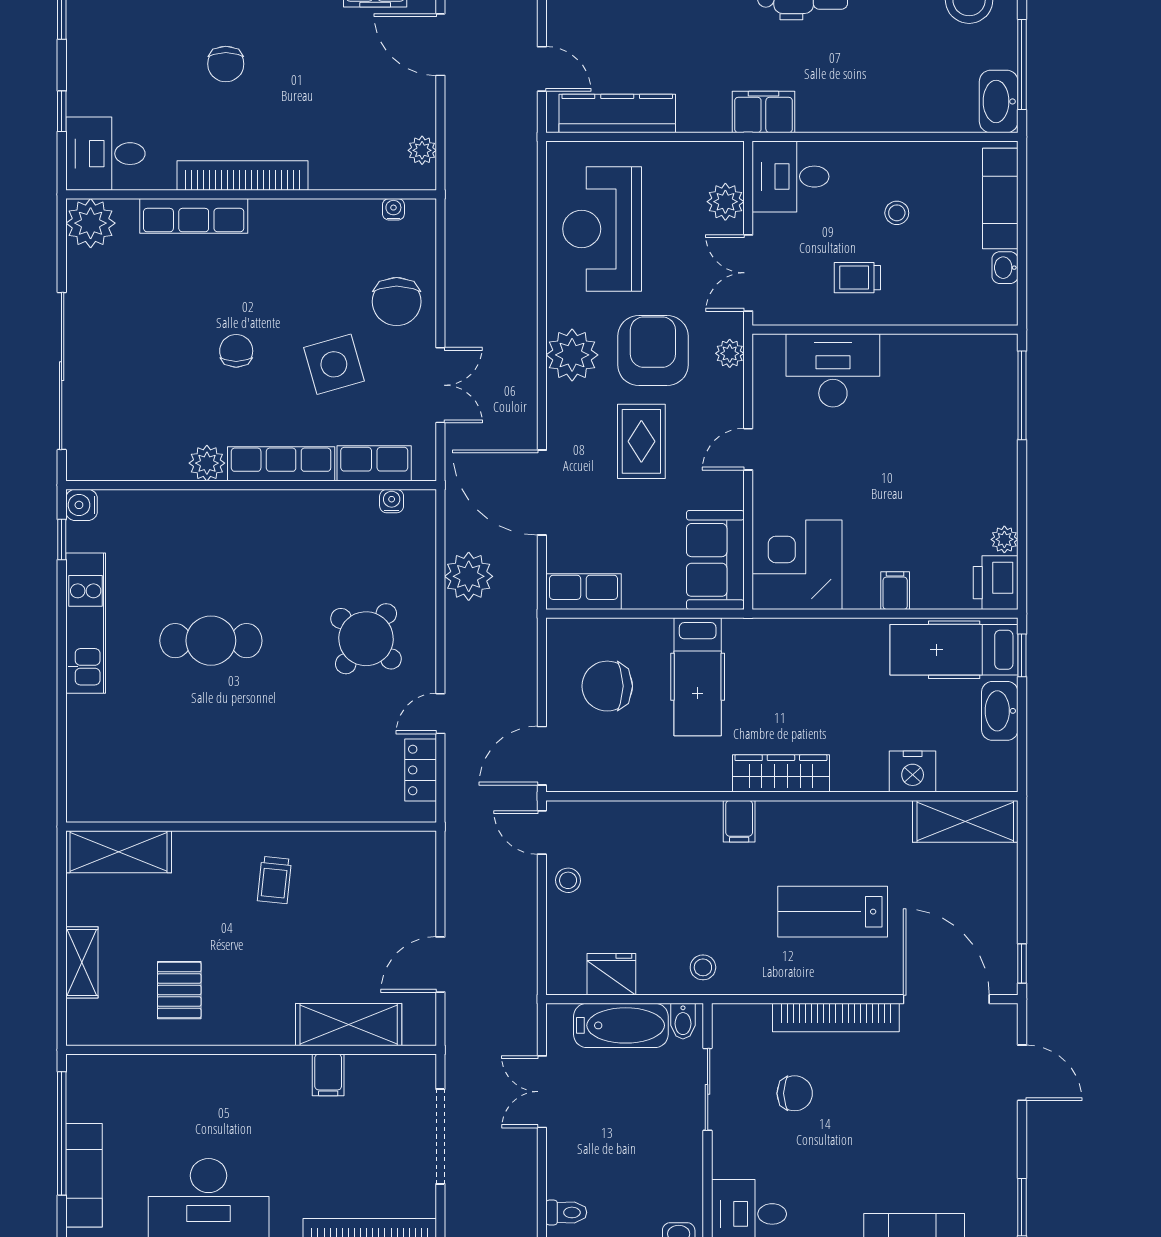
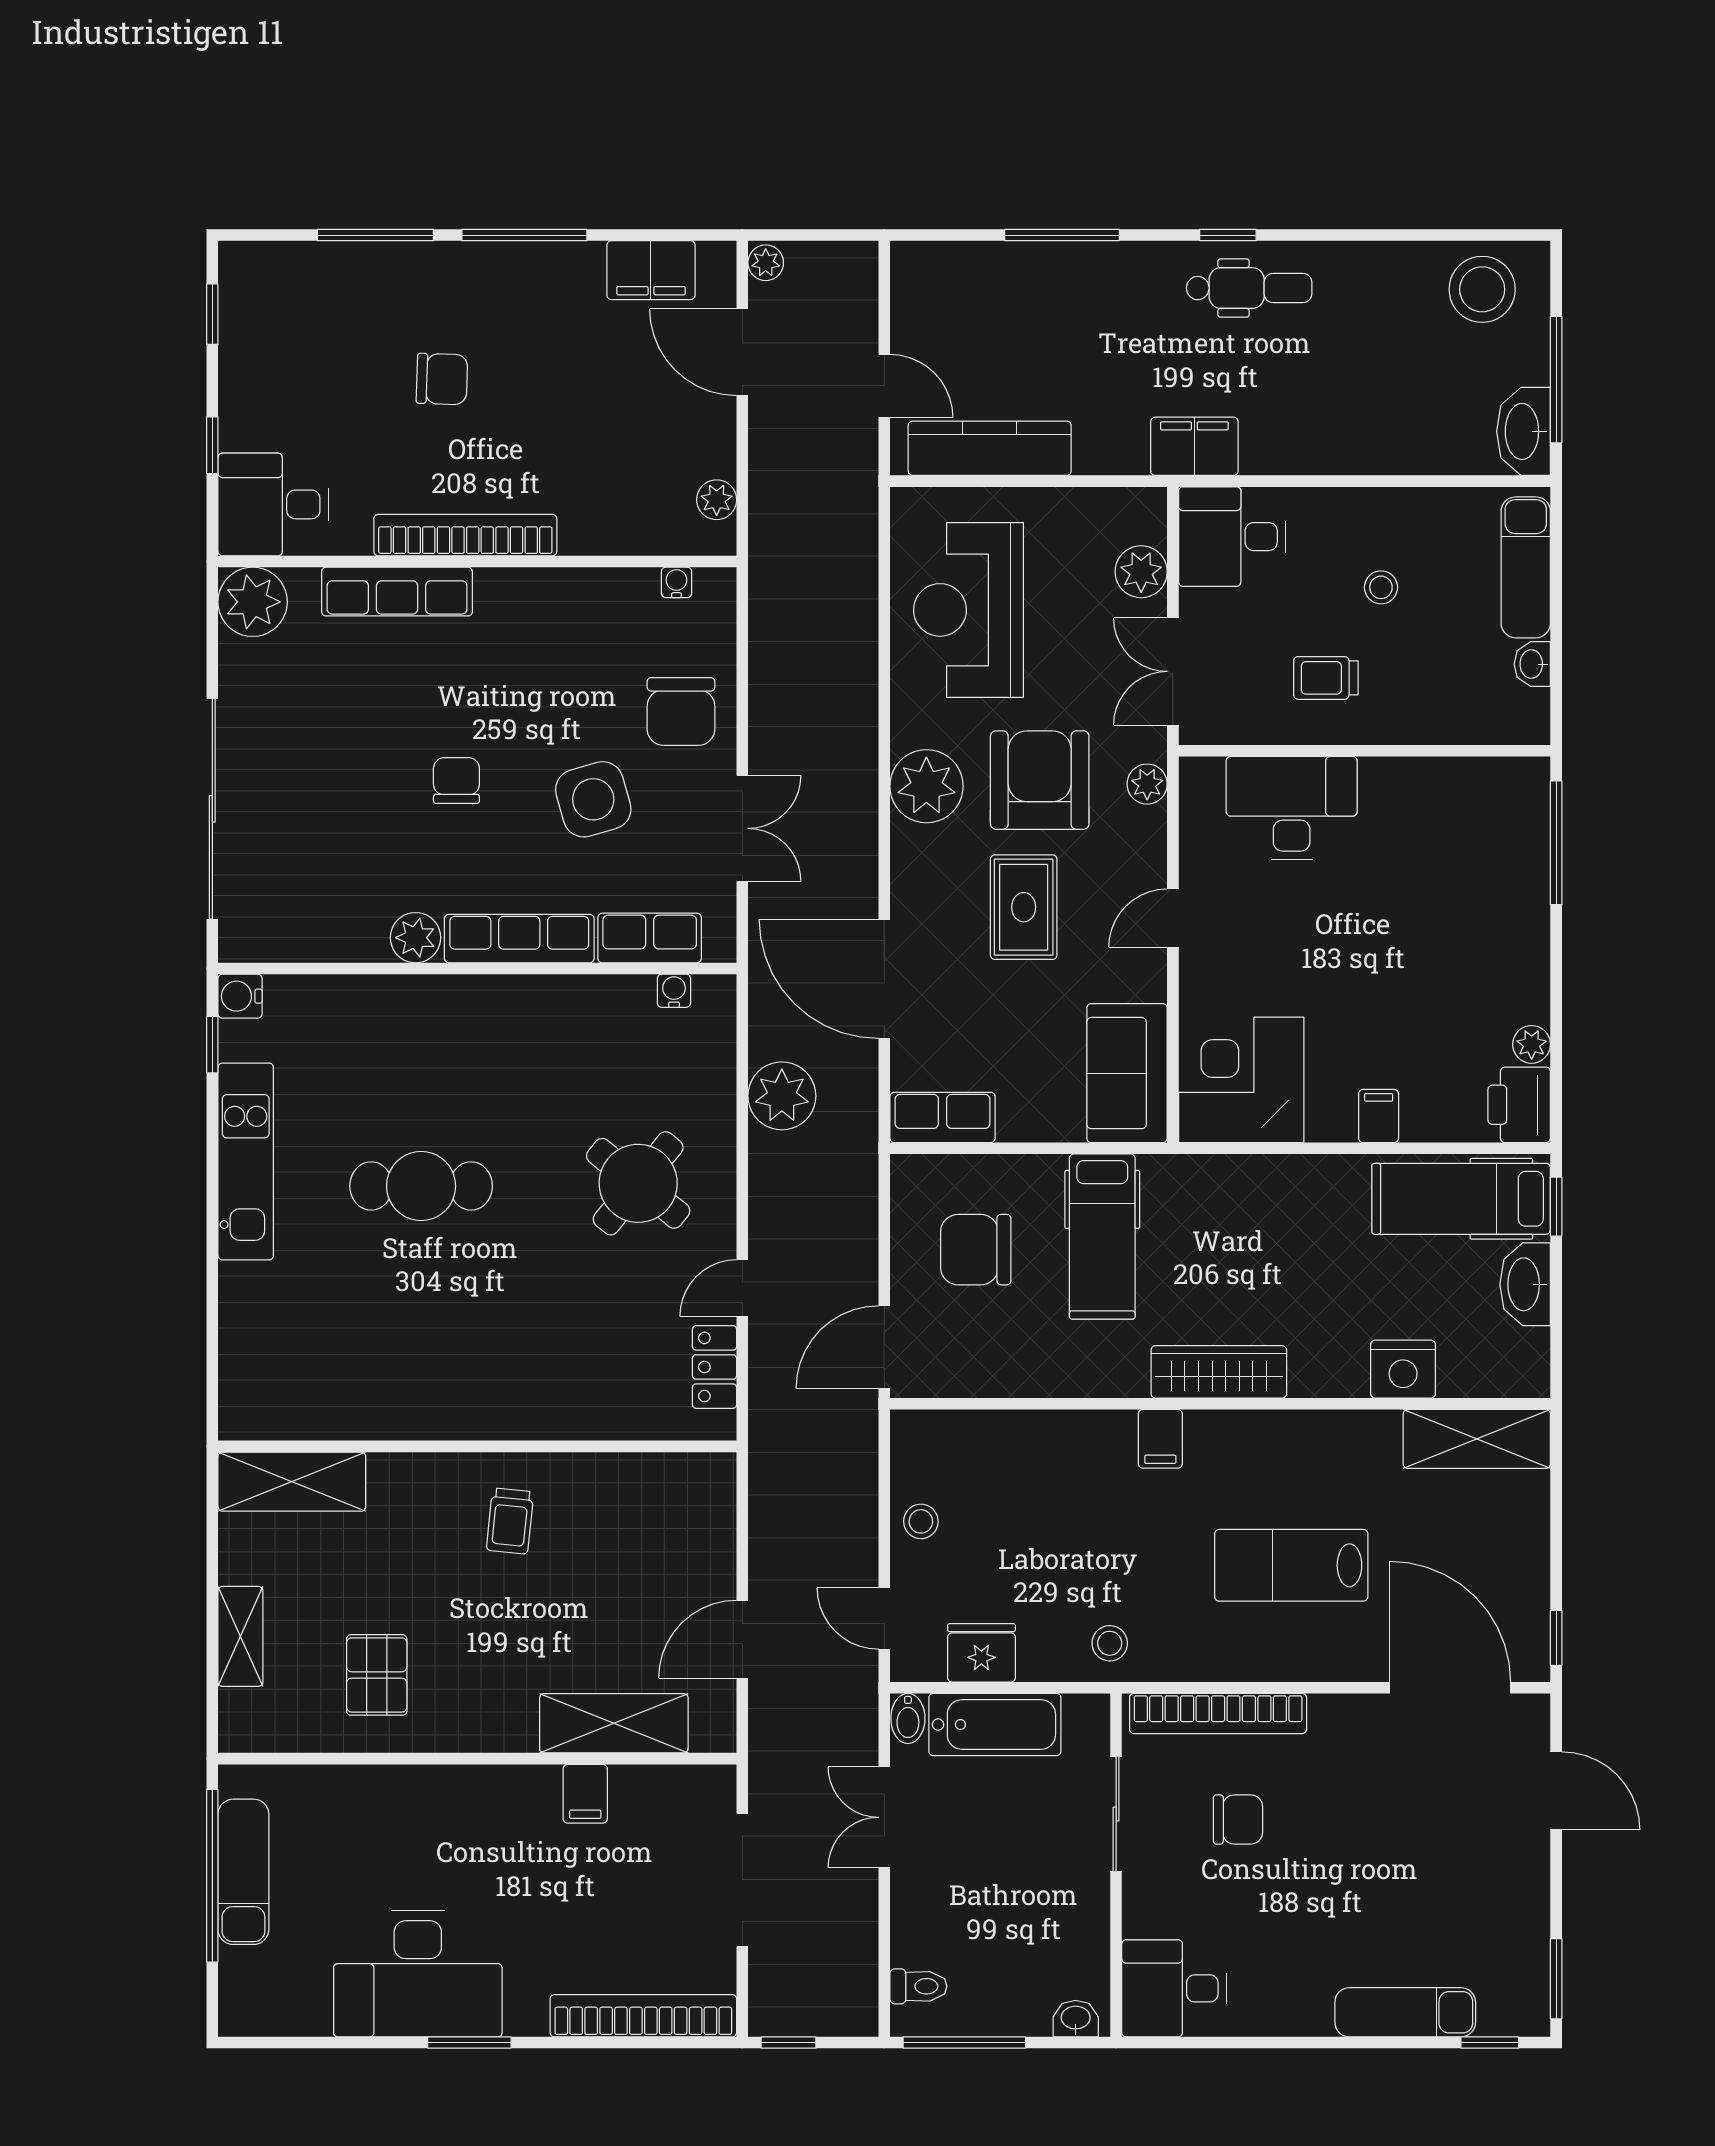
chair: (226, 64) -> (442, 379), turned -88
door: (542, 832) -> (884, 1619), moved
bookcase: (836, 1018) -> (1218, 1713), moved
bidet: (683, 1021) -> (908, 1718), moved
exam couch: (84, 1175) -> (243, 1872), moved

